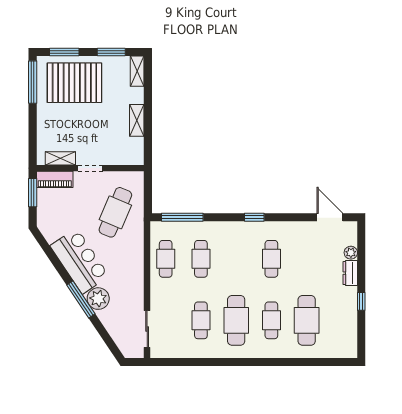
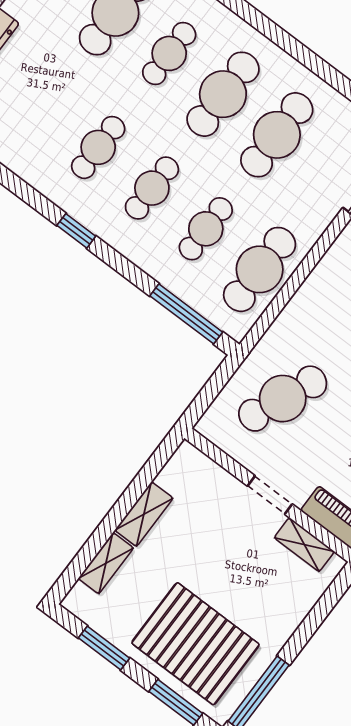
shelving: (137, 71) -> (106, 563), moved
cafe table: (166, 259) -> (260, 269), width x1.37, depth x1.35
cafe table: (236, 259) -> (152, 188), added
cafe table: (201, 320) -> (277, 135), width x1.37, depth x1.35

